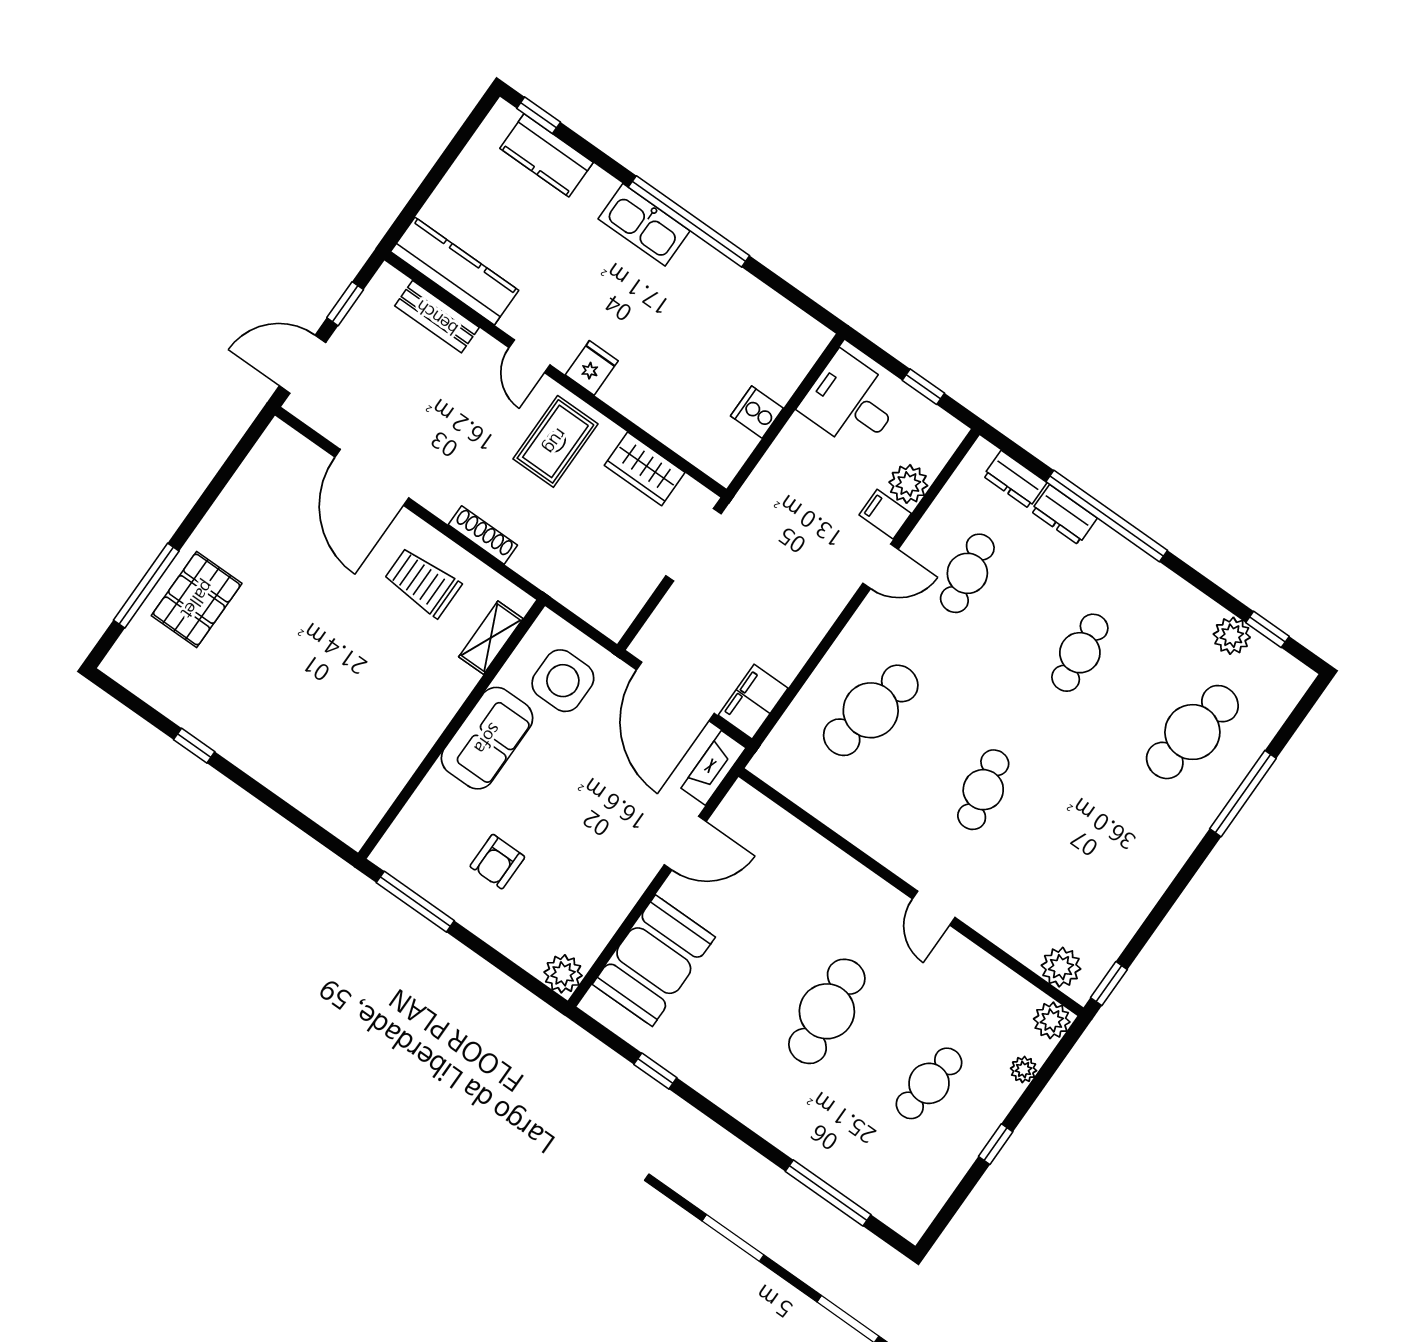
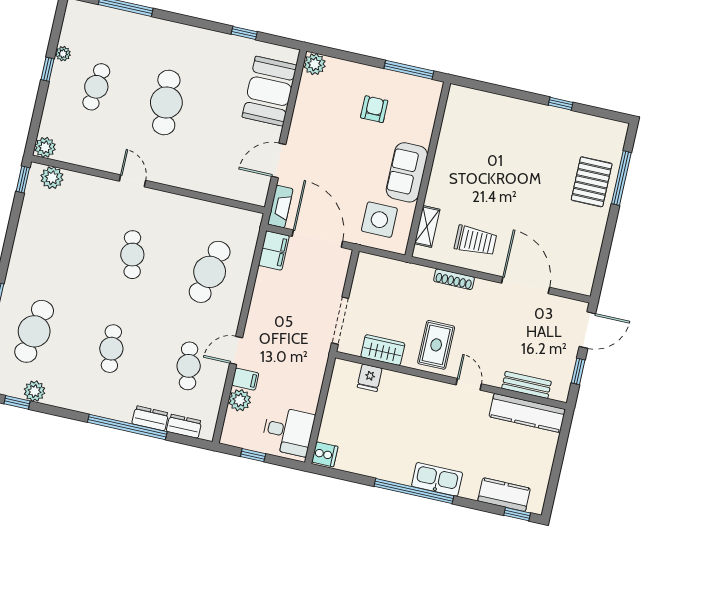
fridge: (592, 368) -> (370, 378), moved
cooker: (757, 412) -> (325, 454), moved
plant: (1024, 1069) -> (63, 54), moved

